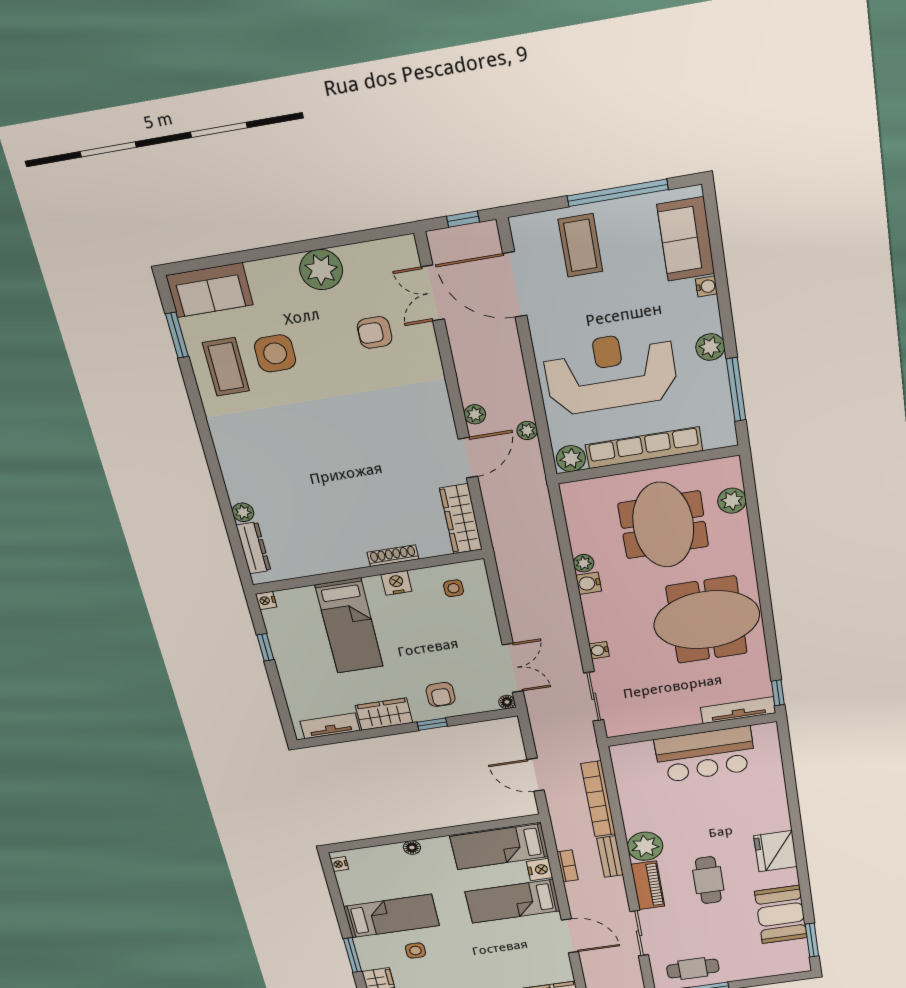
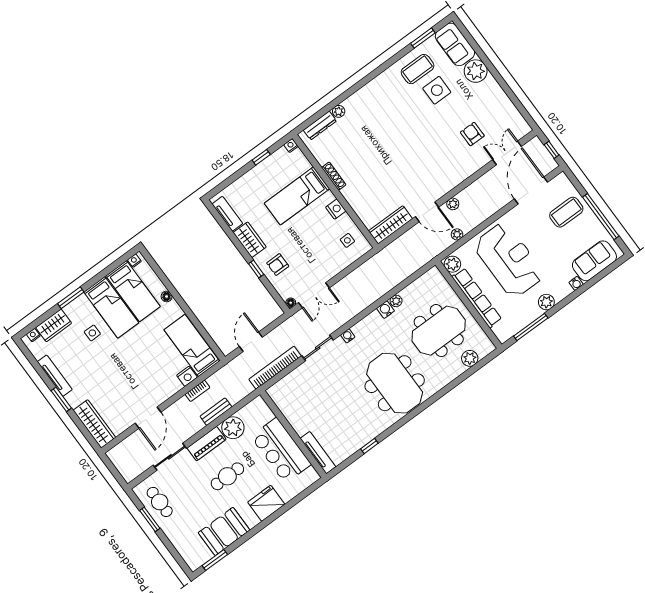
plant: (321, 270) -> (476, 71), moved
shoe rack: (393, 556) -> (334, 176), moved
tv unit: (738, 710) -> (318, 453), moved
wall: (692, 730) -> (293, 434), moved
bar counter: (705, 754) -> (281, 450), moved
bookcase: (598, 799) -> (275, 368), moved
bed: (513, 901) -> (133, 291), moved, turned 180

